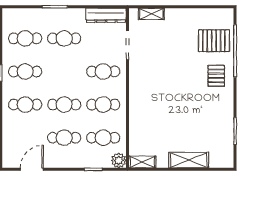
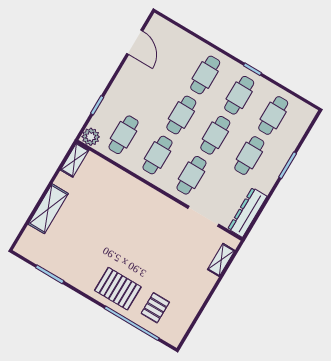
pallet: (214, 41) -> (155, 308), width x0.67, depth x0.71
pallet: (216, 76) -> (118, 289), width x1.50, depth x1.42
cafe table: (64, 138) -> (215, 135), moved

